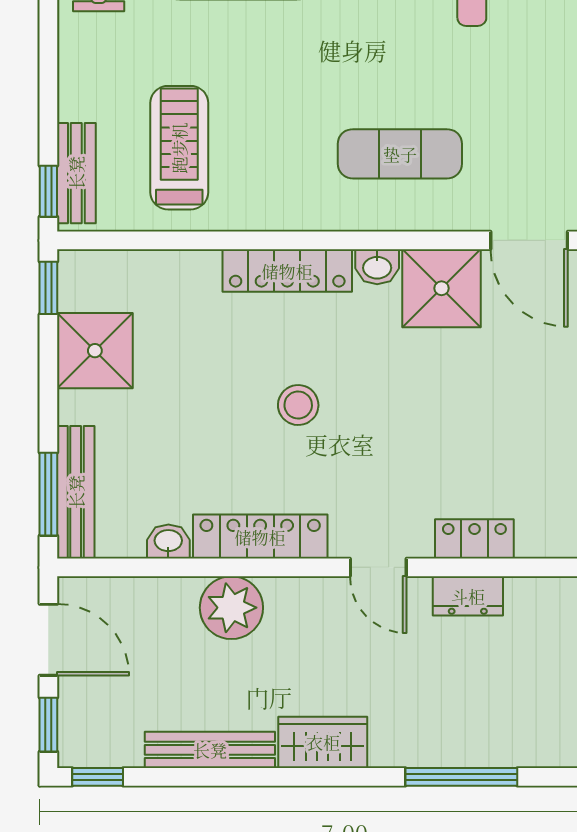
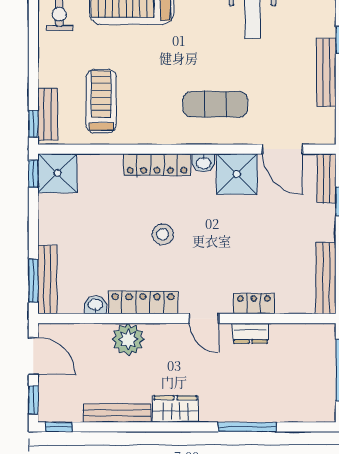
shower: (95, 351) -> (57, 173), moved

